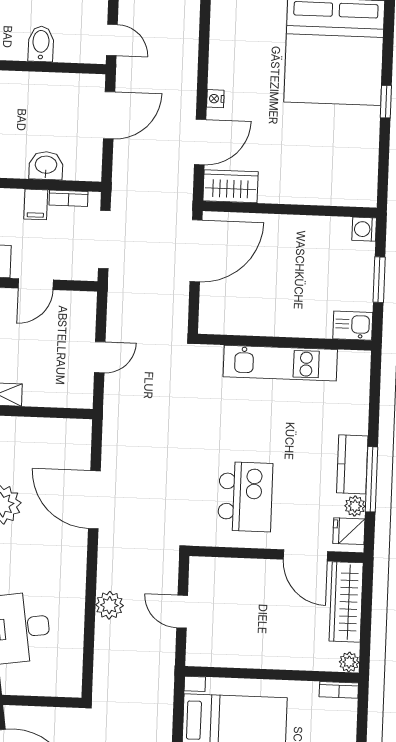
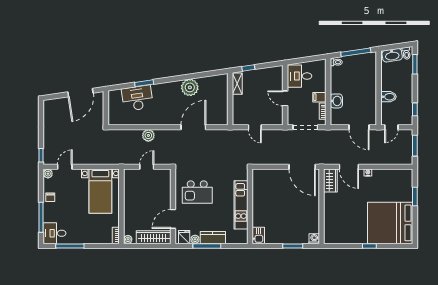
kitchen sink: (353, 326) -> (258, 235), moved
wall: (285, 342) -> (250, 206), moved
kitchen unit: (280, 363) -> (241, 205), moved

